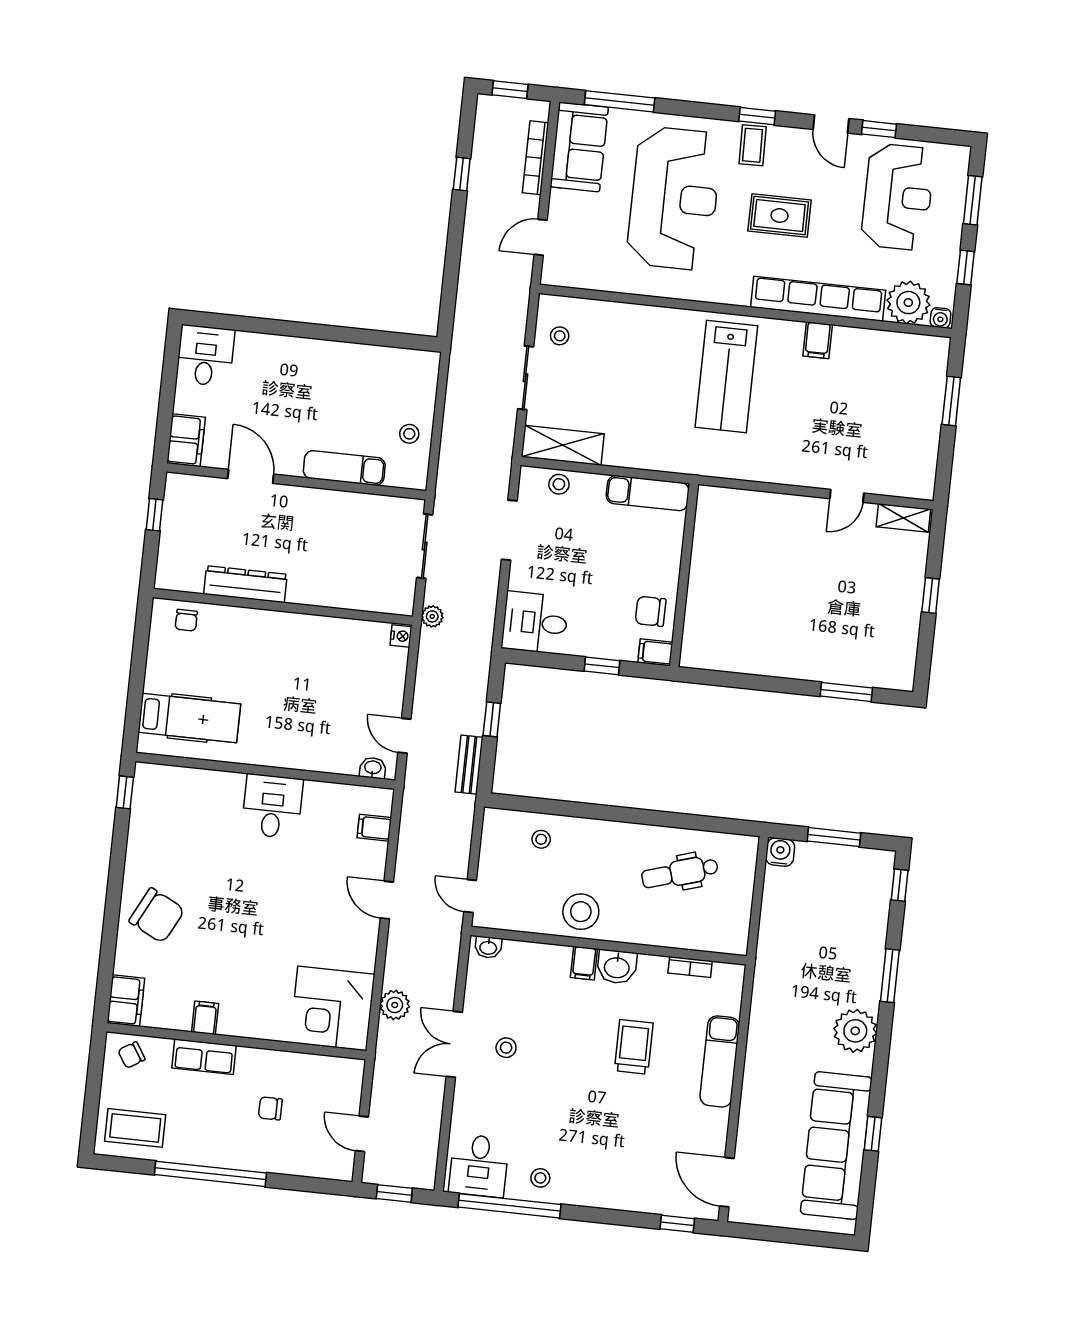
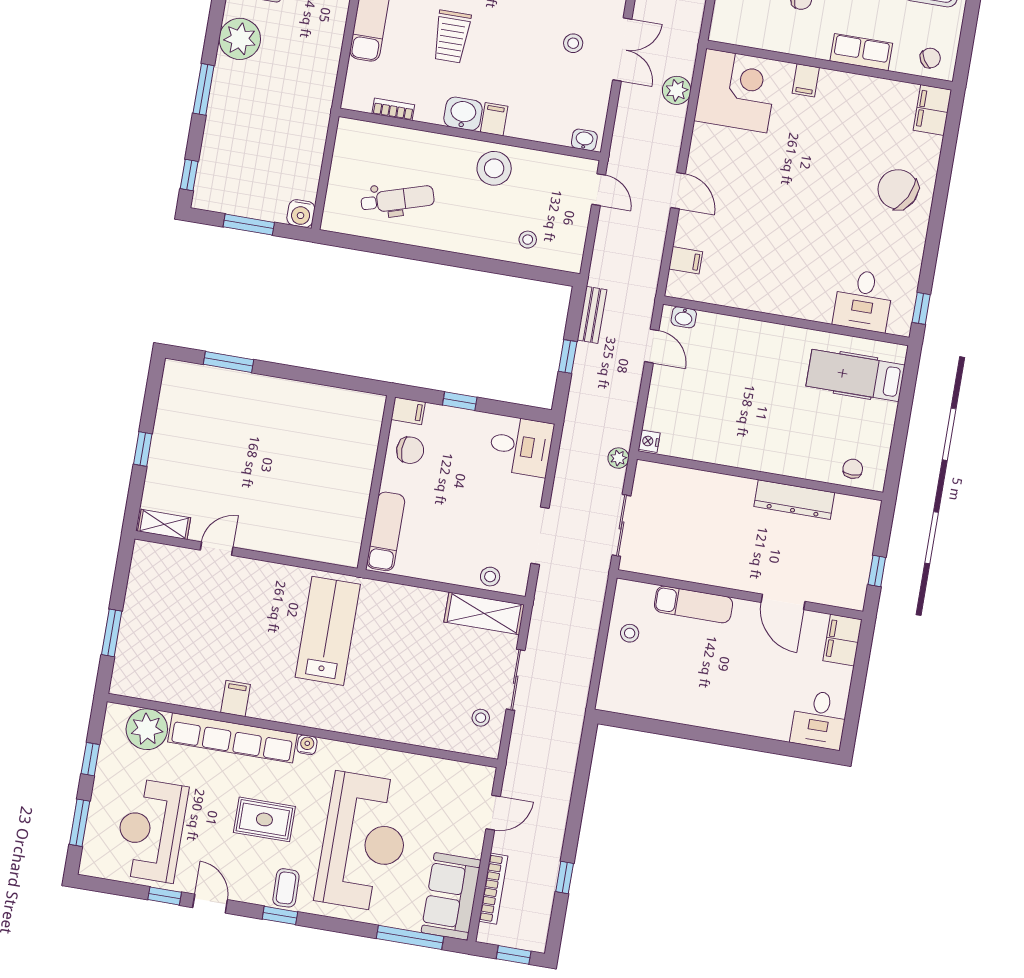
reception desk: (674, 198) -> (364, 842), turned 180
water cooler: (941, 318) -> (307, 745), moved
lab bench: (726, 376) -> (328, 631), moved
exam couch: (648, 493) -> (386, 531), moved, turned 90
desk: (272, 806) -> (863, 300), moved
filing cabinet: (205, 1018) -> (806, 80), moved

